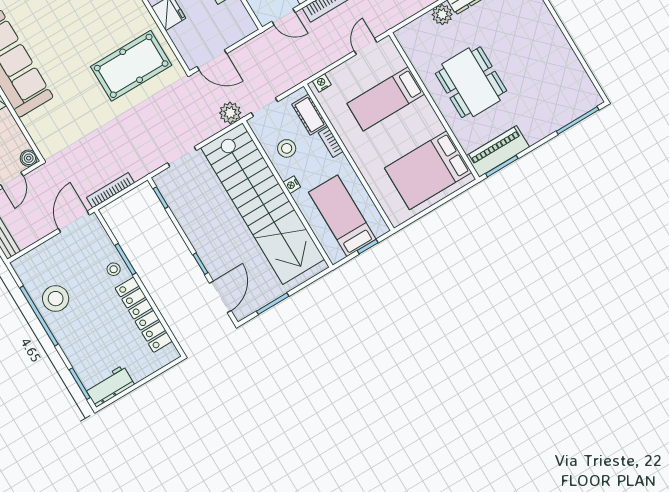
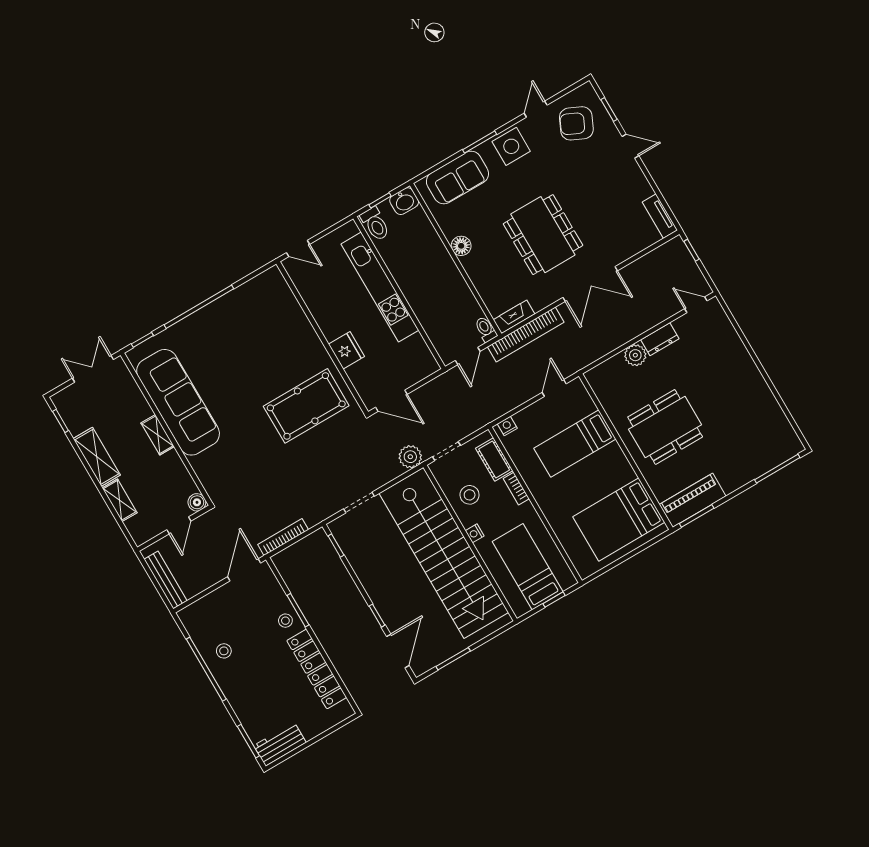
door: (283, 17) -> (468, 356), hinge flipped
dining table: (471, 82) -> (665, 427), turned 90
stool: (56, 299) -> (224, 651), width x0.53, depth x0.53

